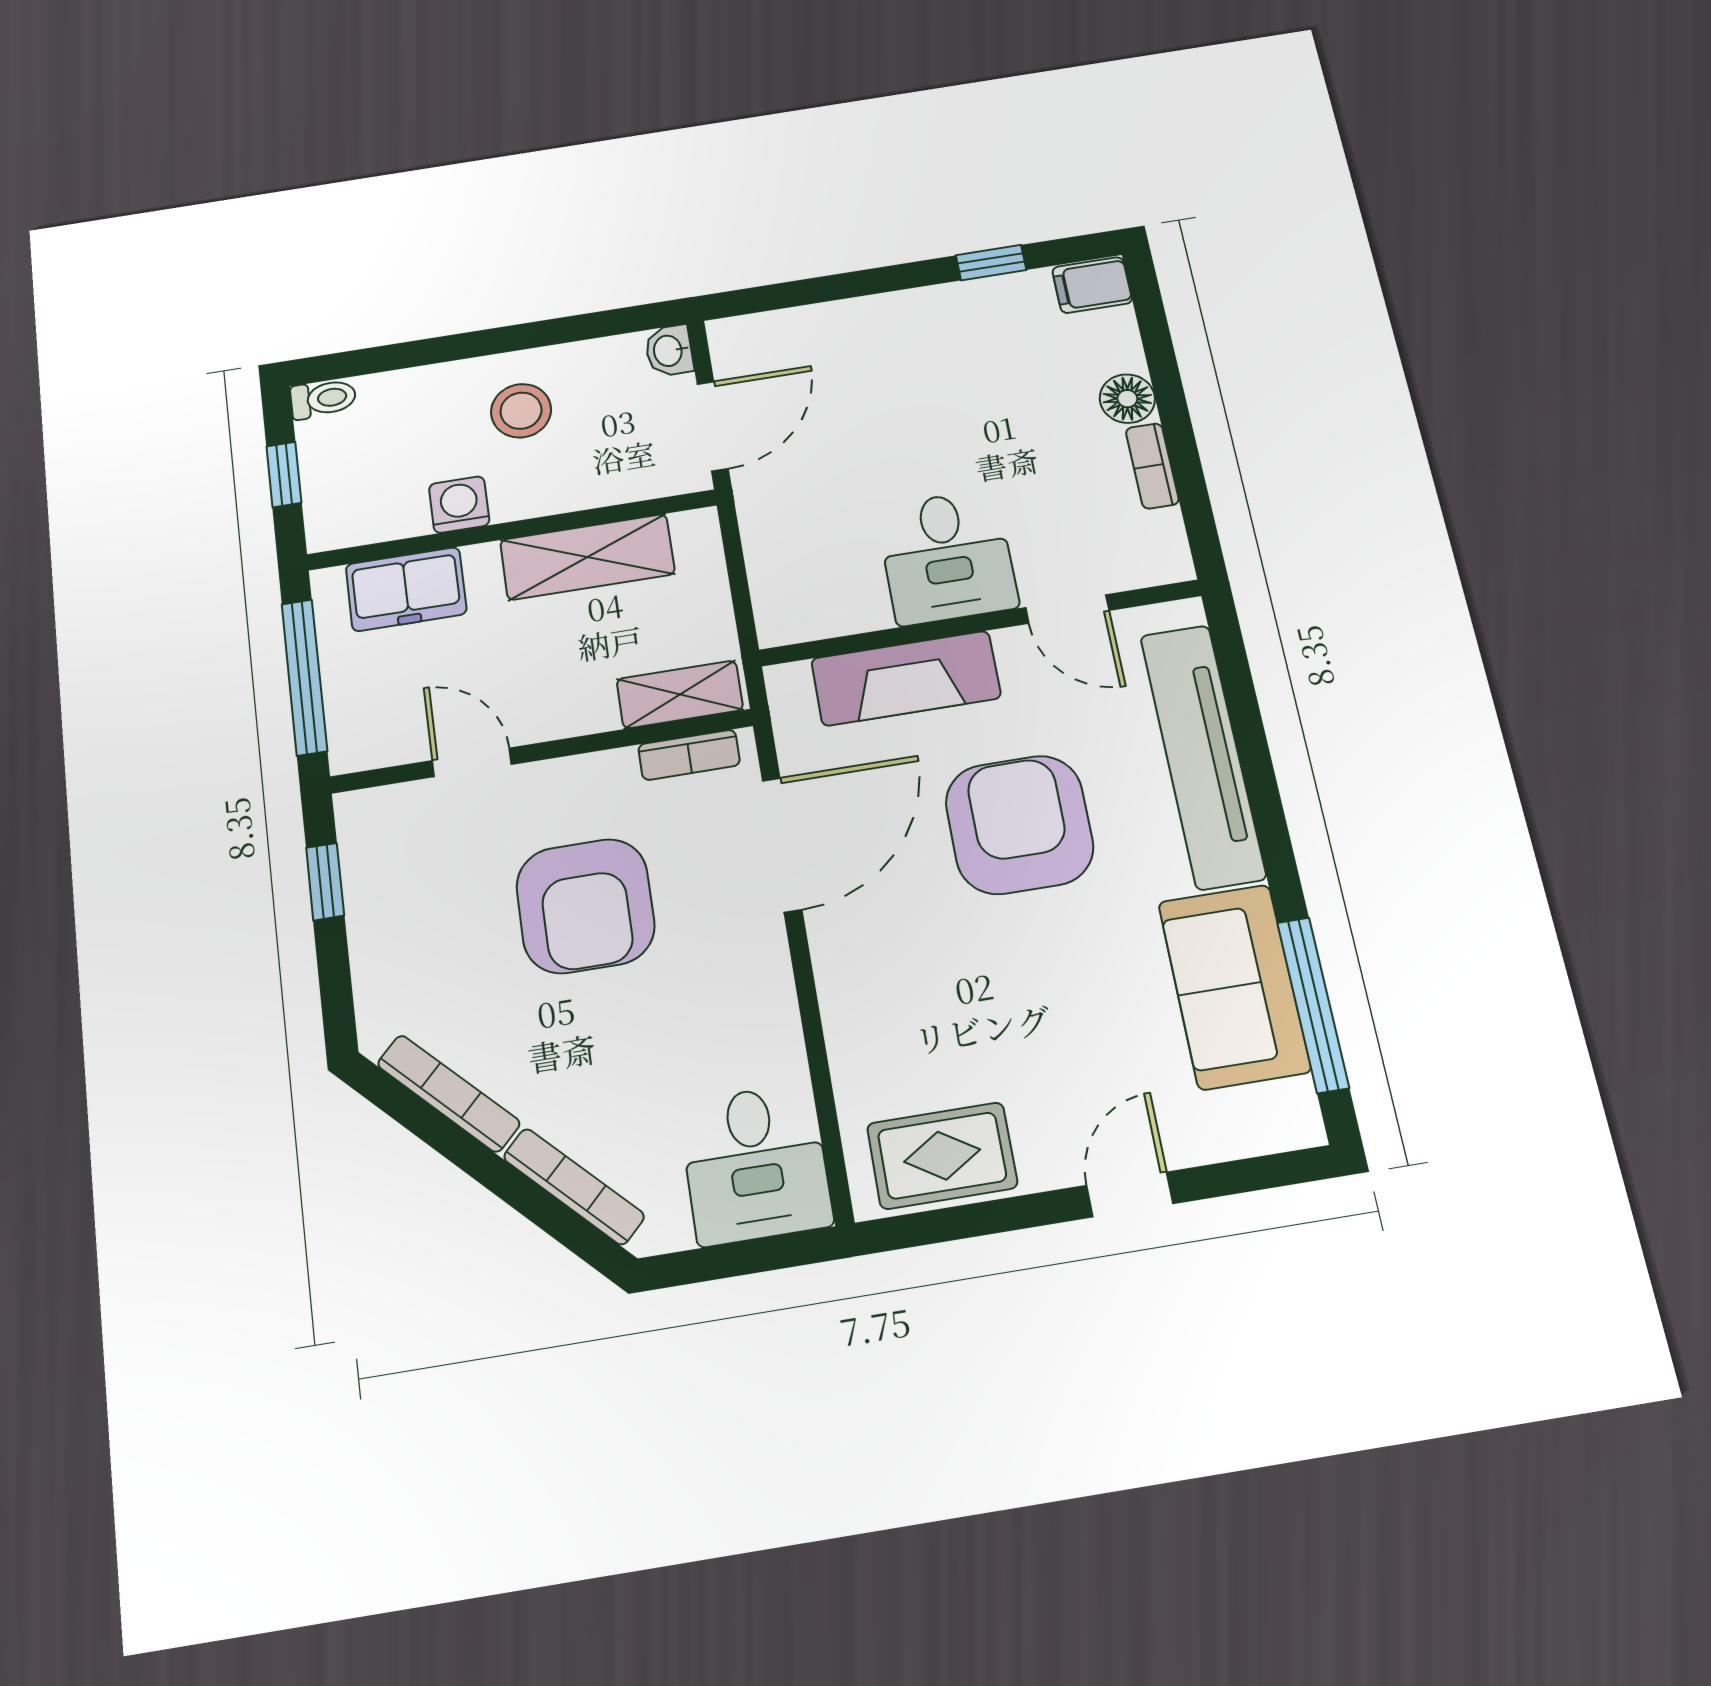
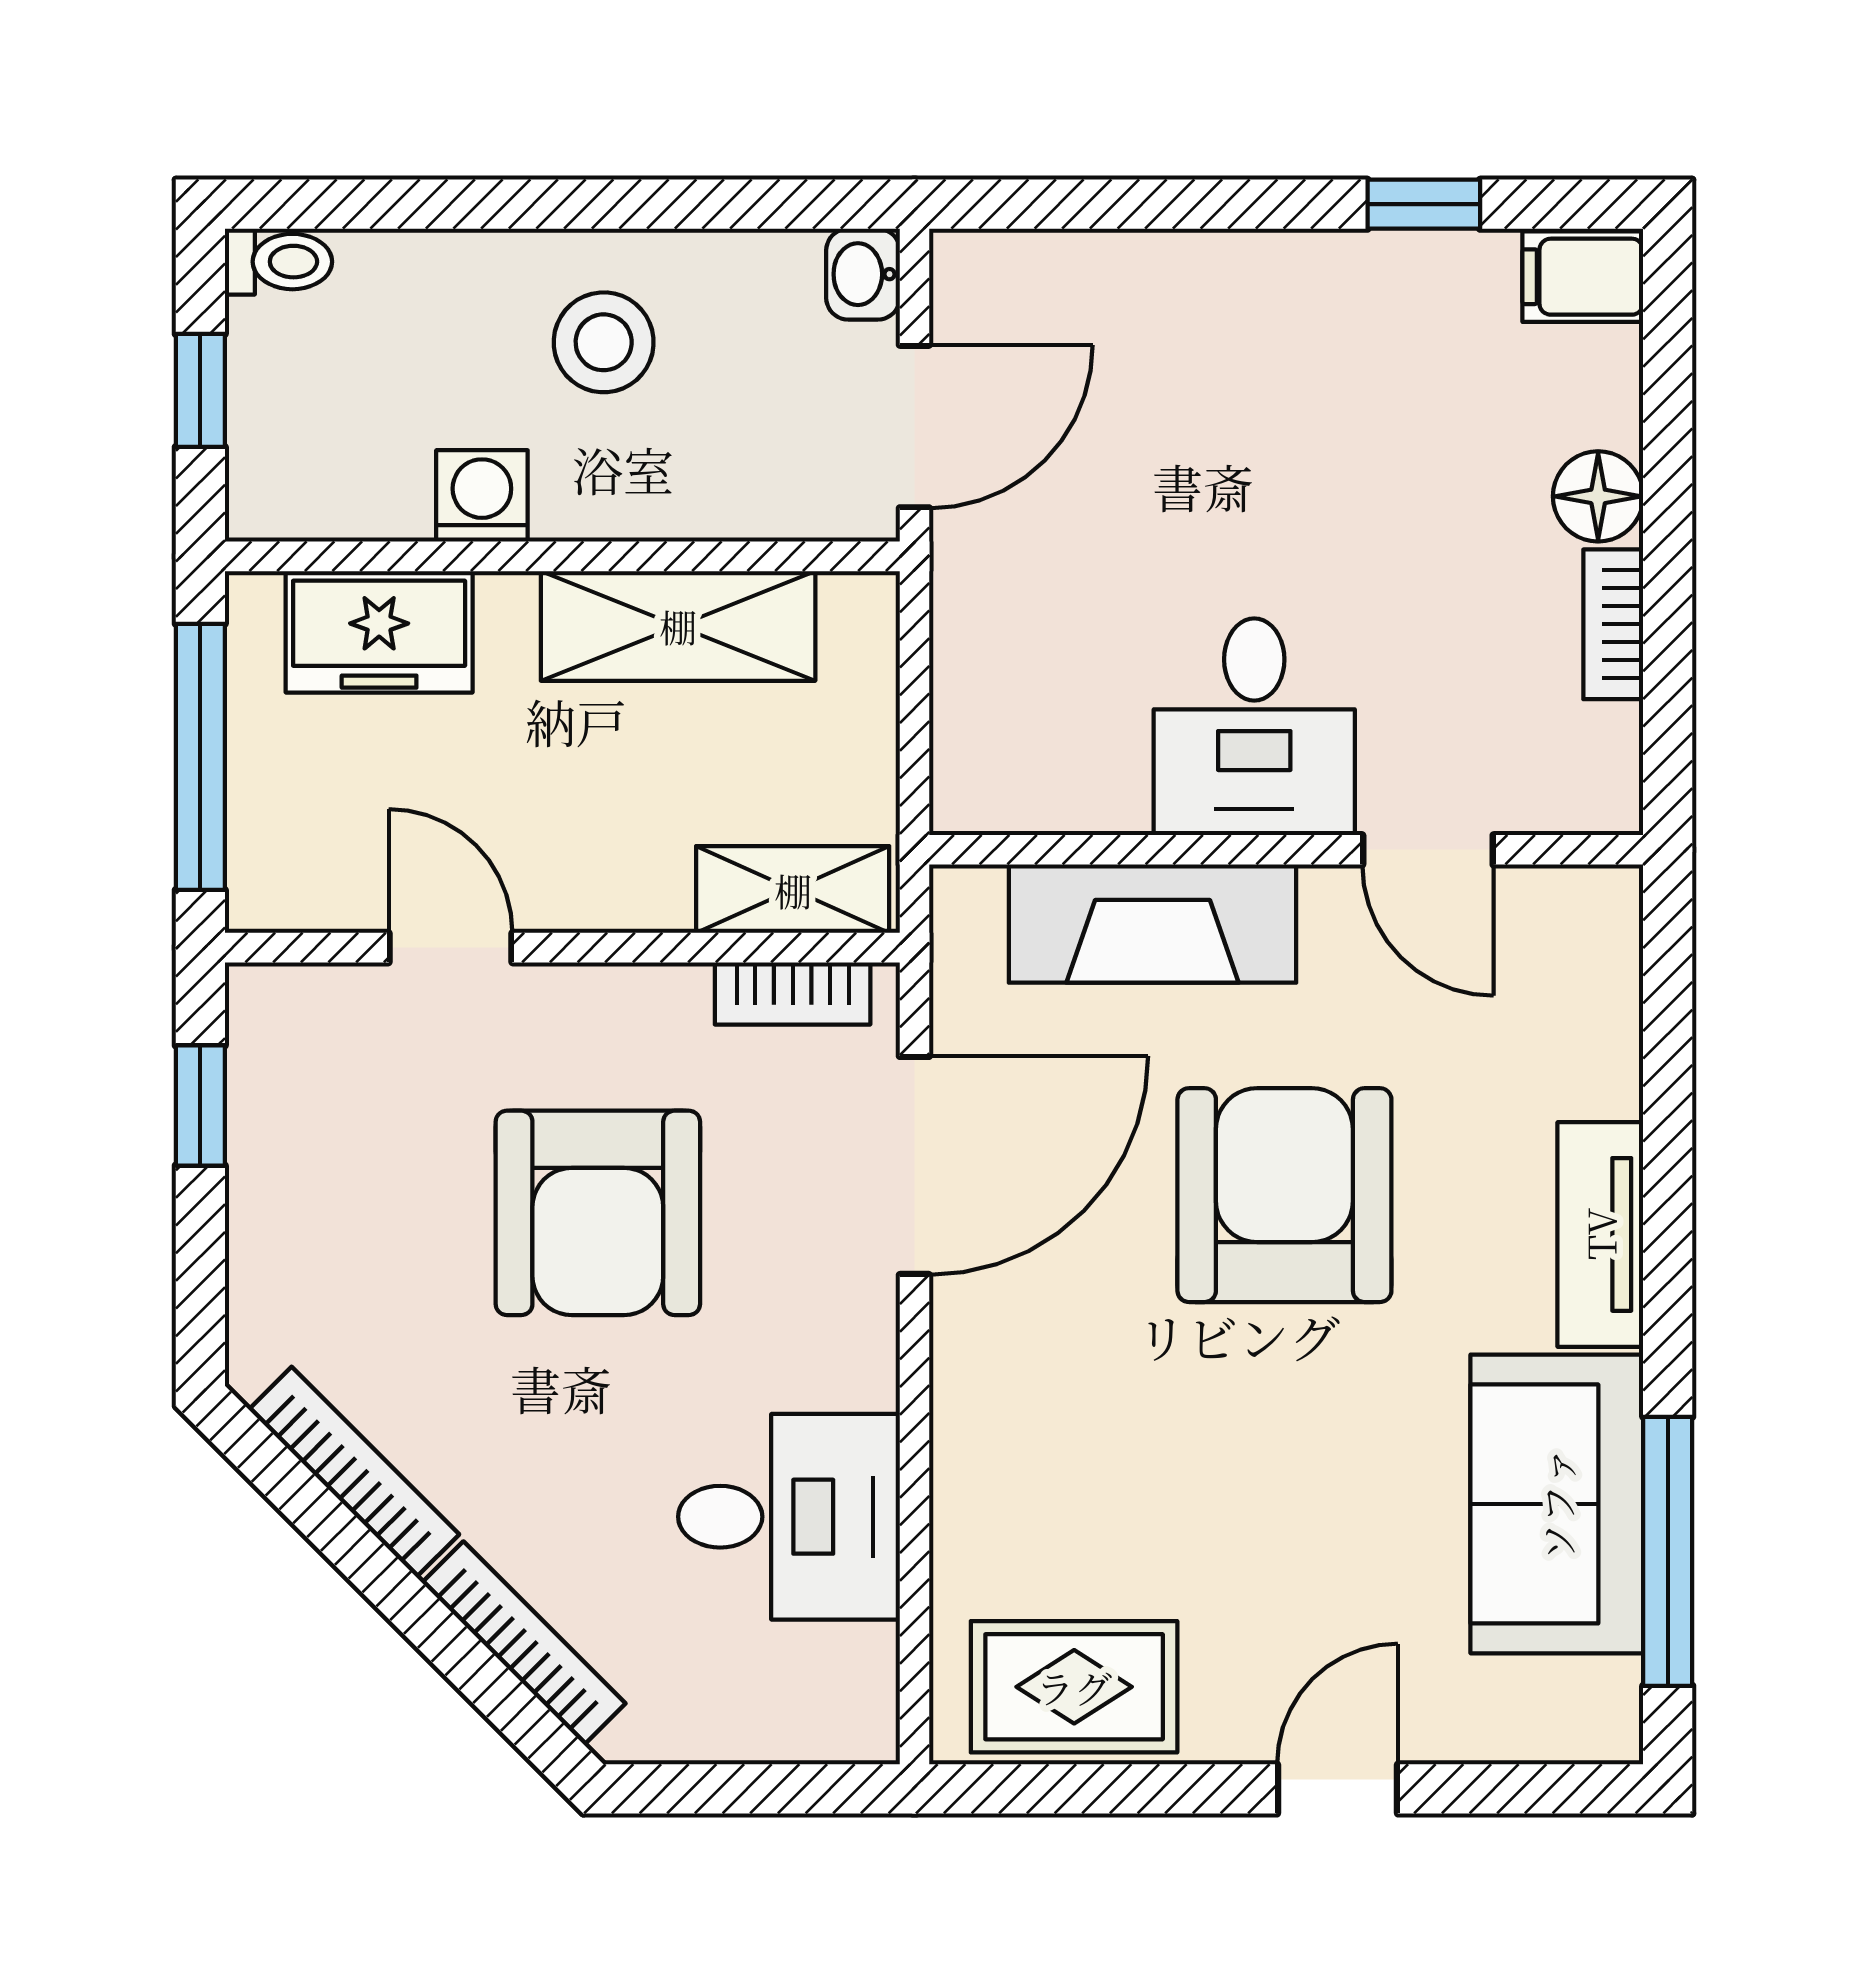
tv unit: (1203, 756) -> (1600, 1234), width x0.52, depth x0.78
desk: (755, 1164) -> (789, 1517), moved, turned -90

